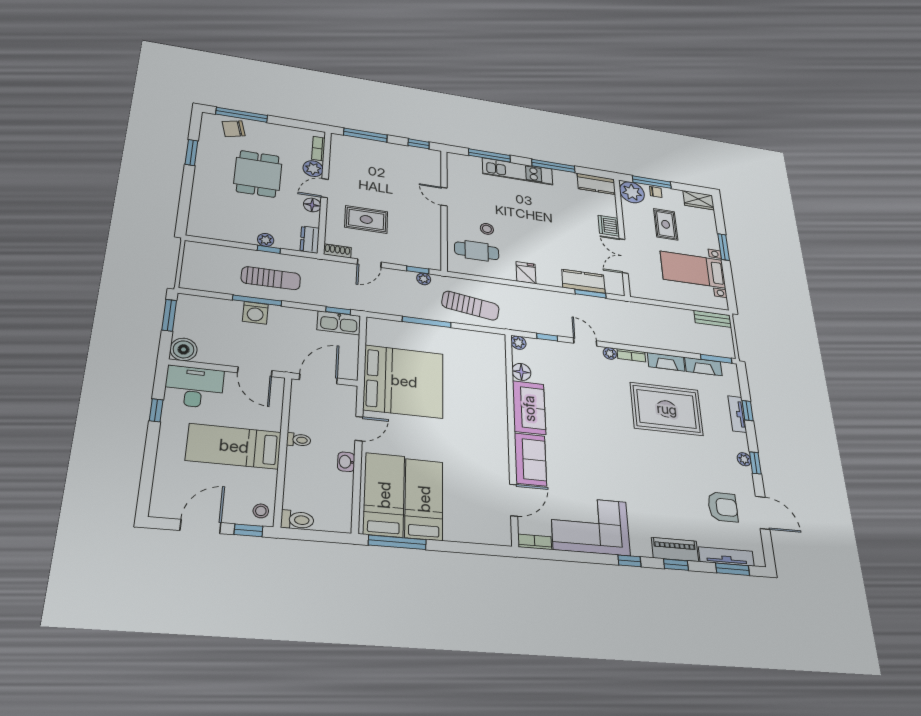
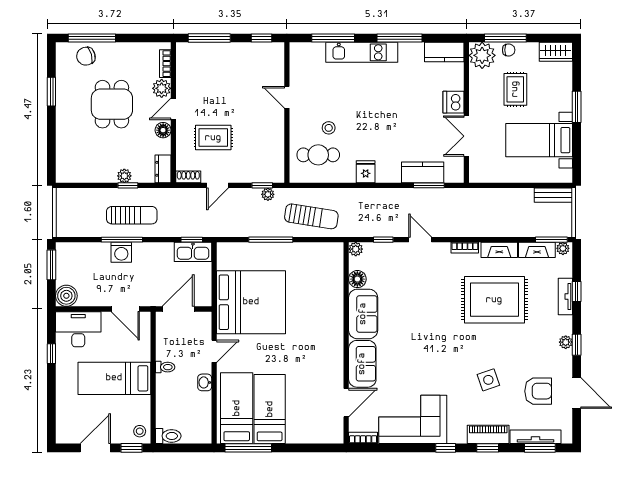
plant: (610, 353) -> (563, 248), moved
side table: (669, 490) -> (488, 380), added

